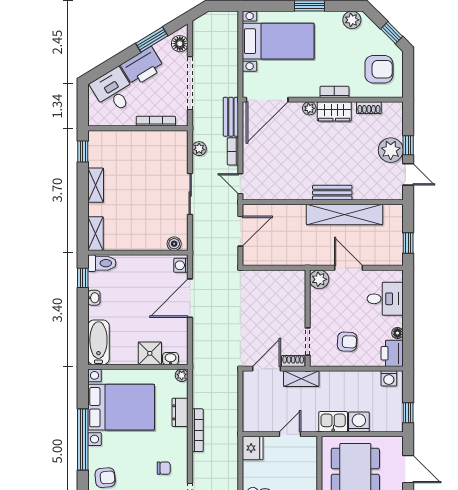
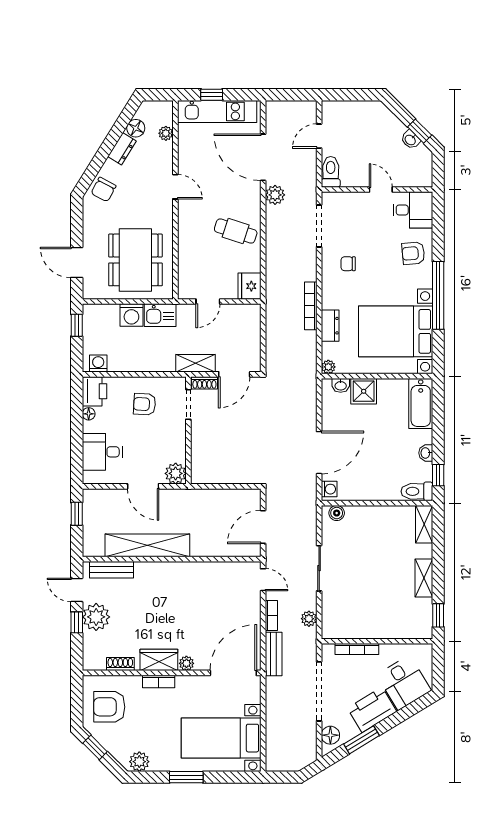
bench: (332, 193) -> (112, 570), moved

